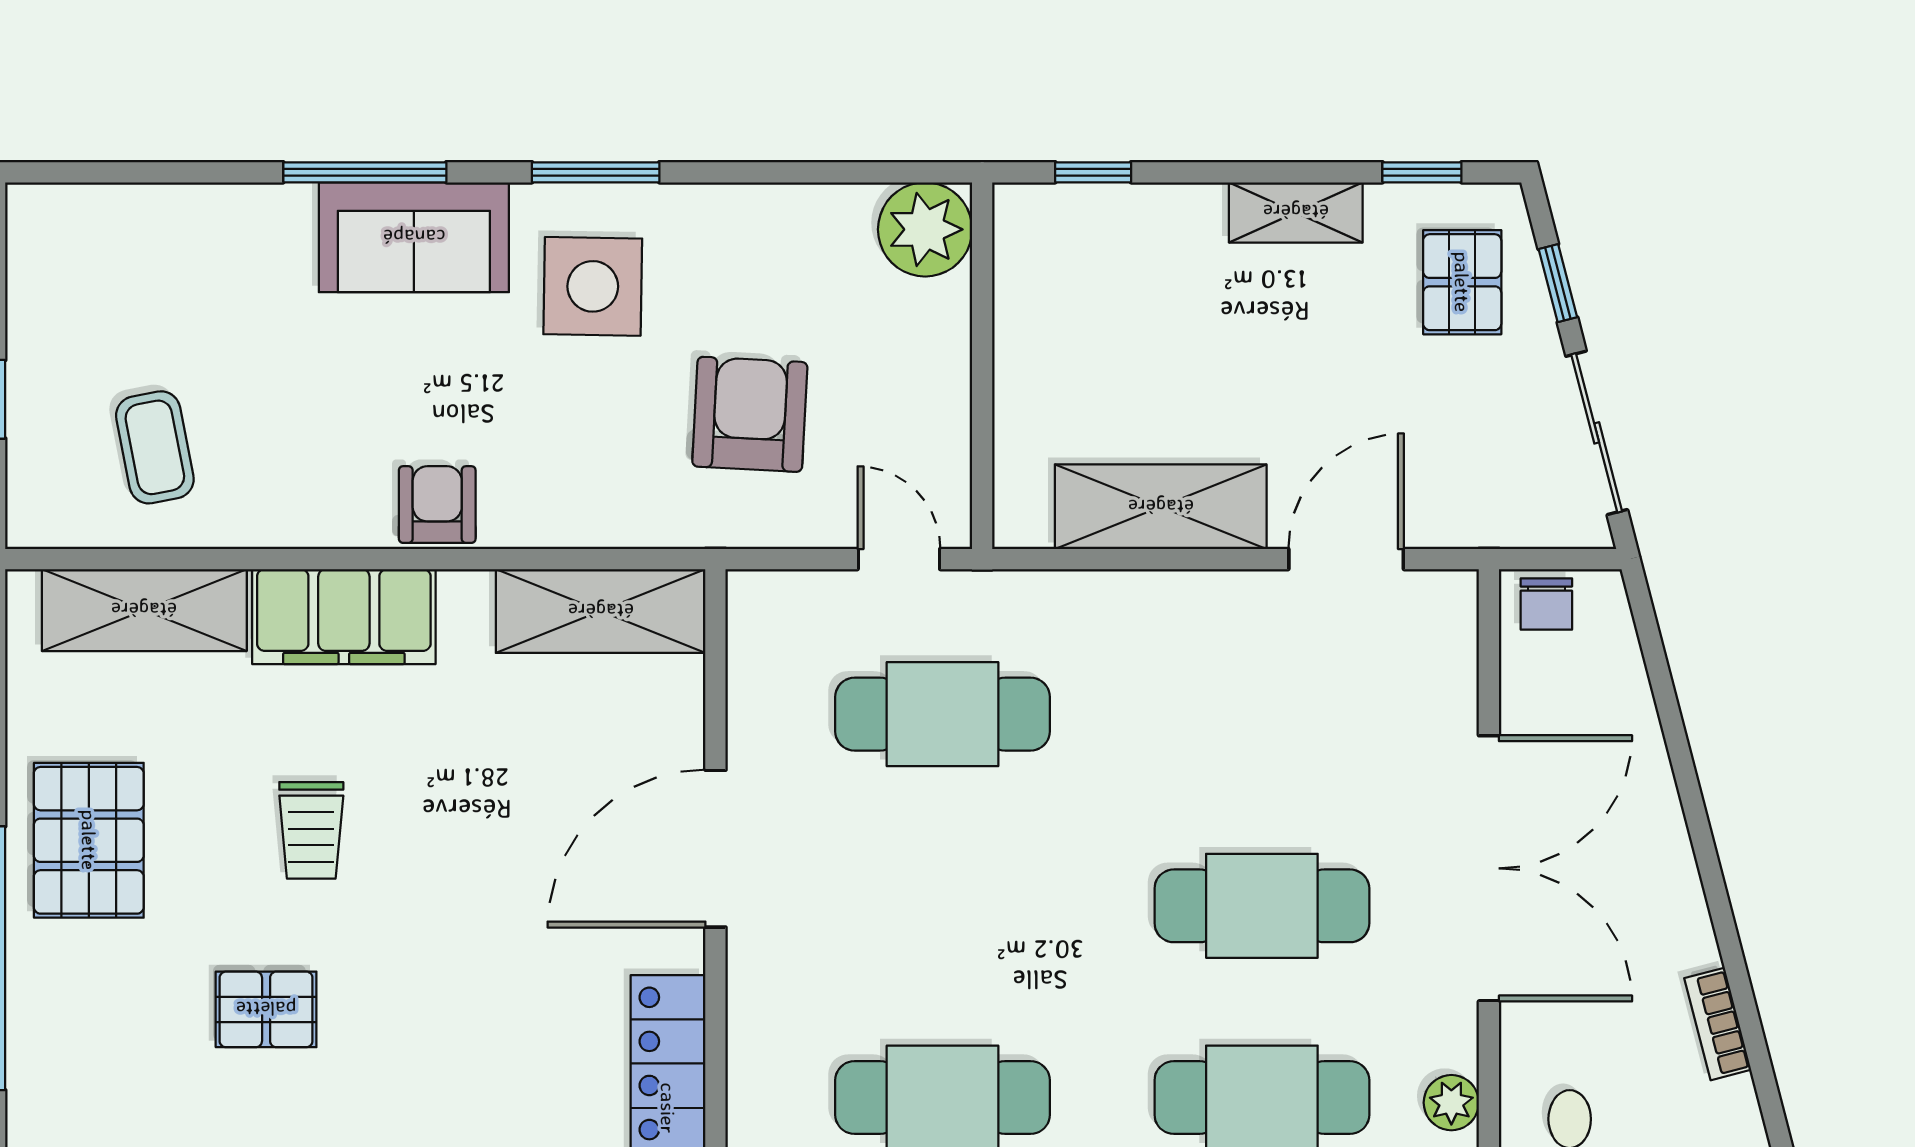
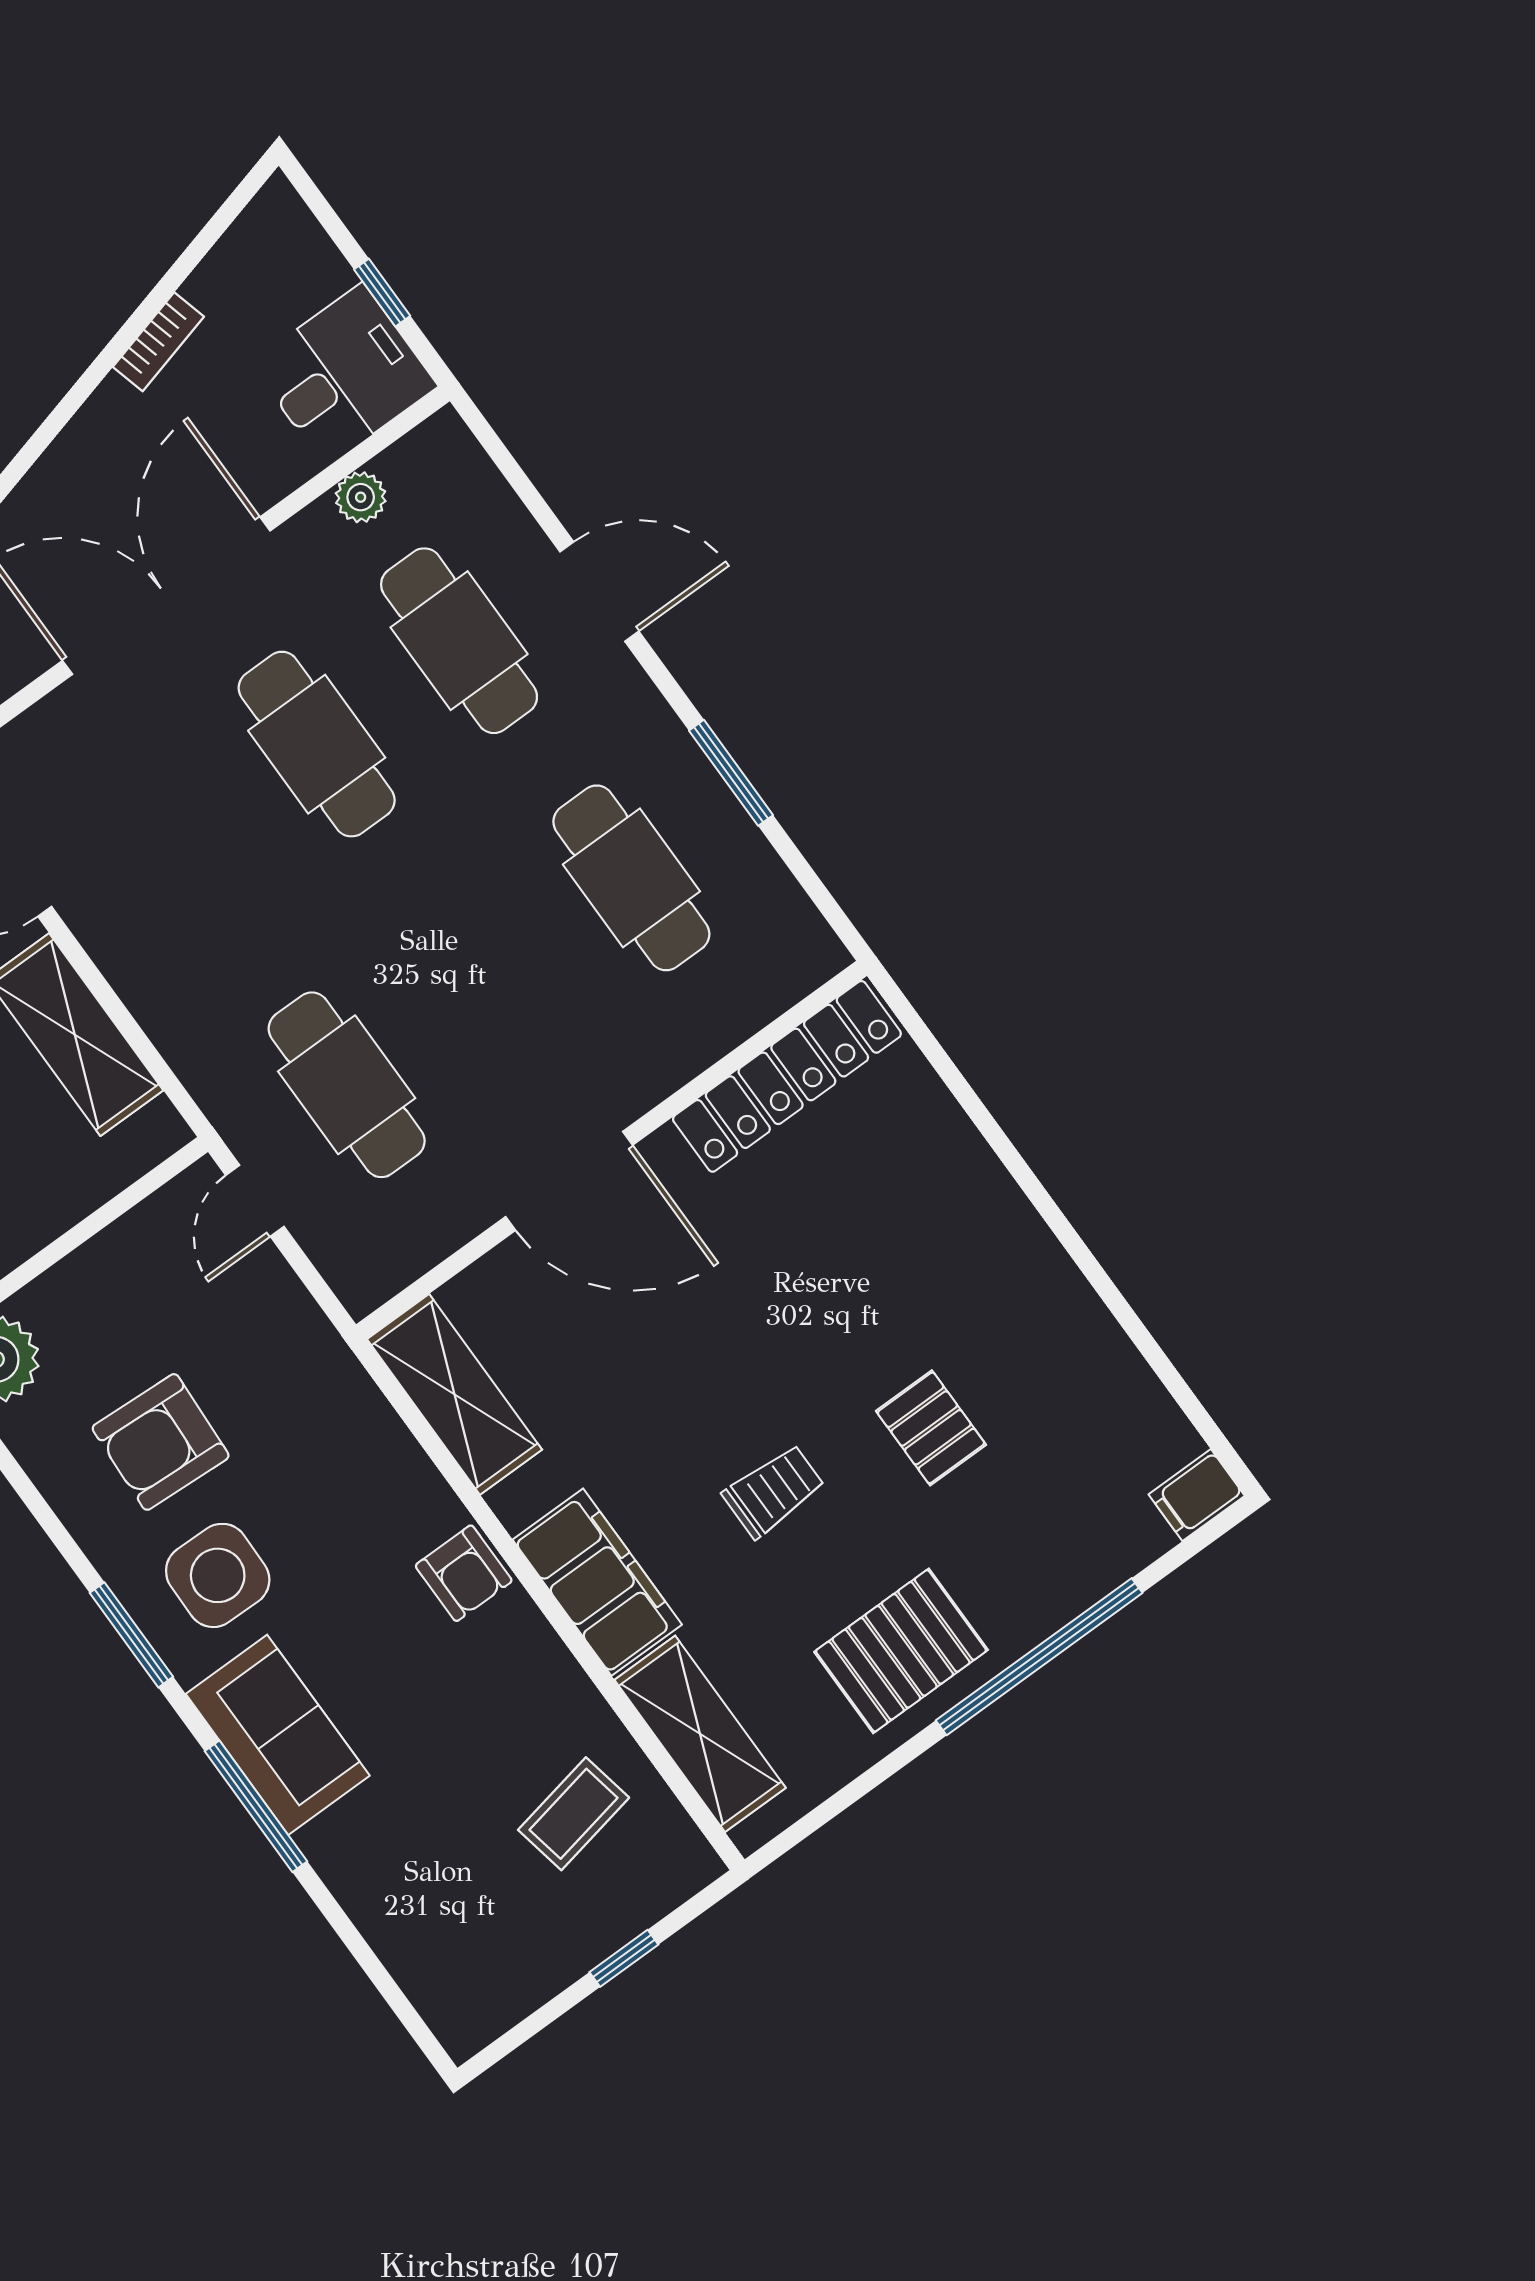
armchair: (750, 414) -> (161, 1442), moved
armchair: (437, 505) -> (464, 1573), turned -90

